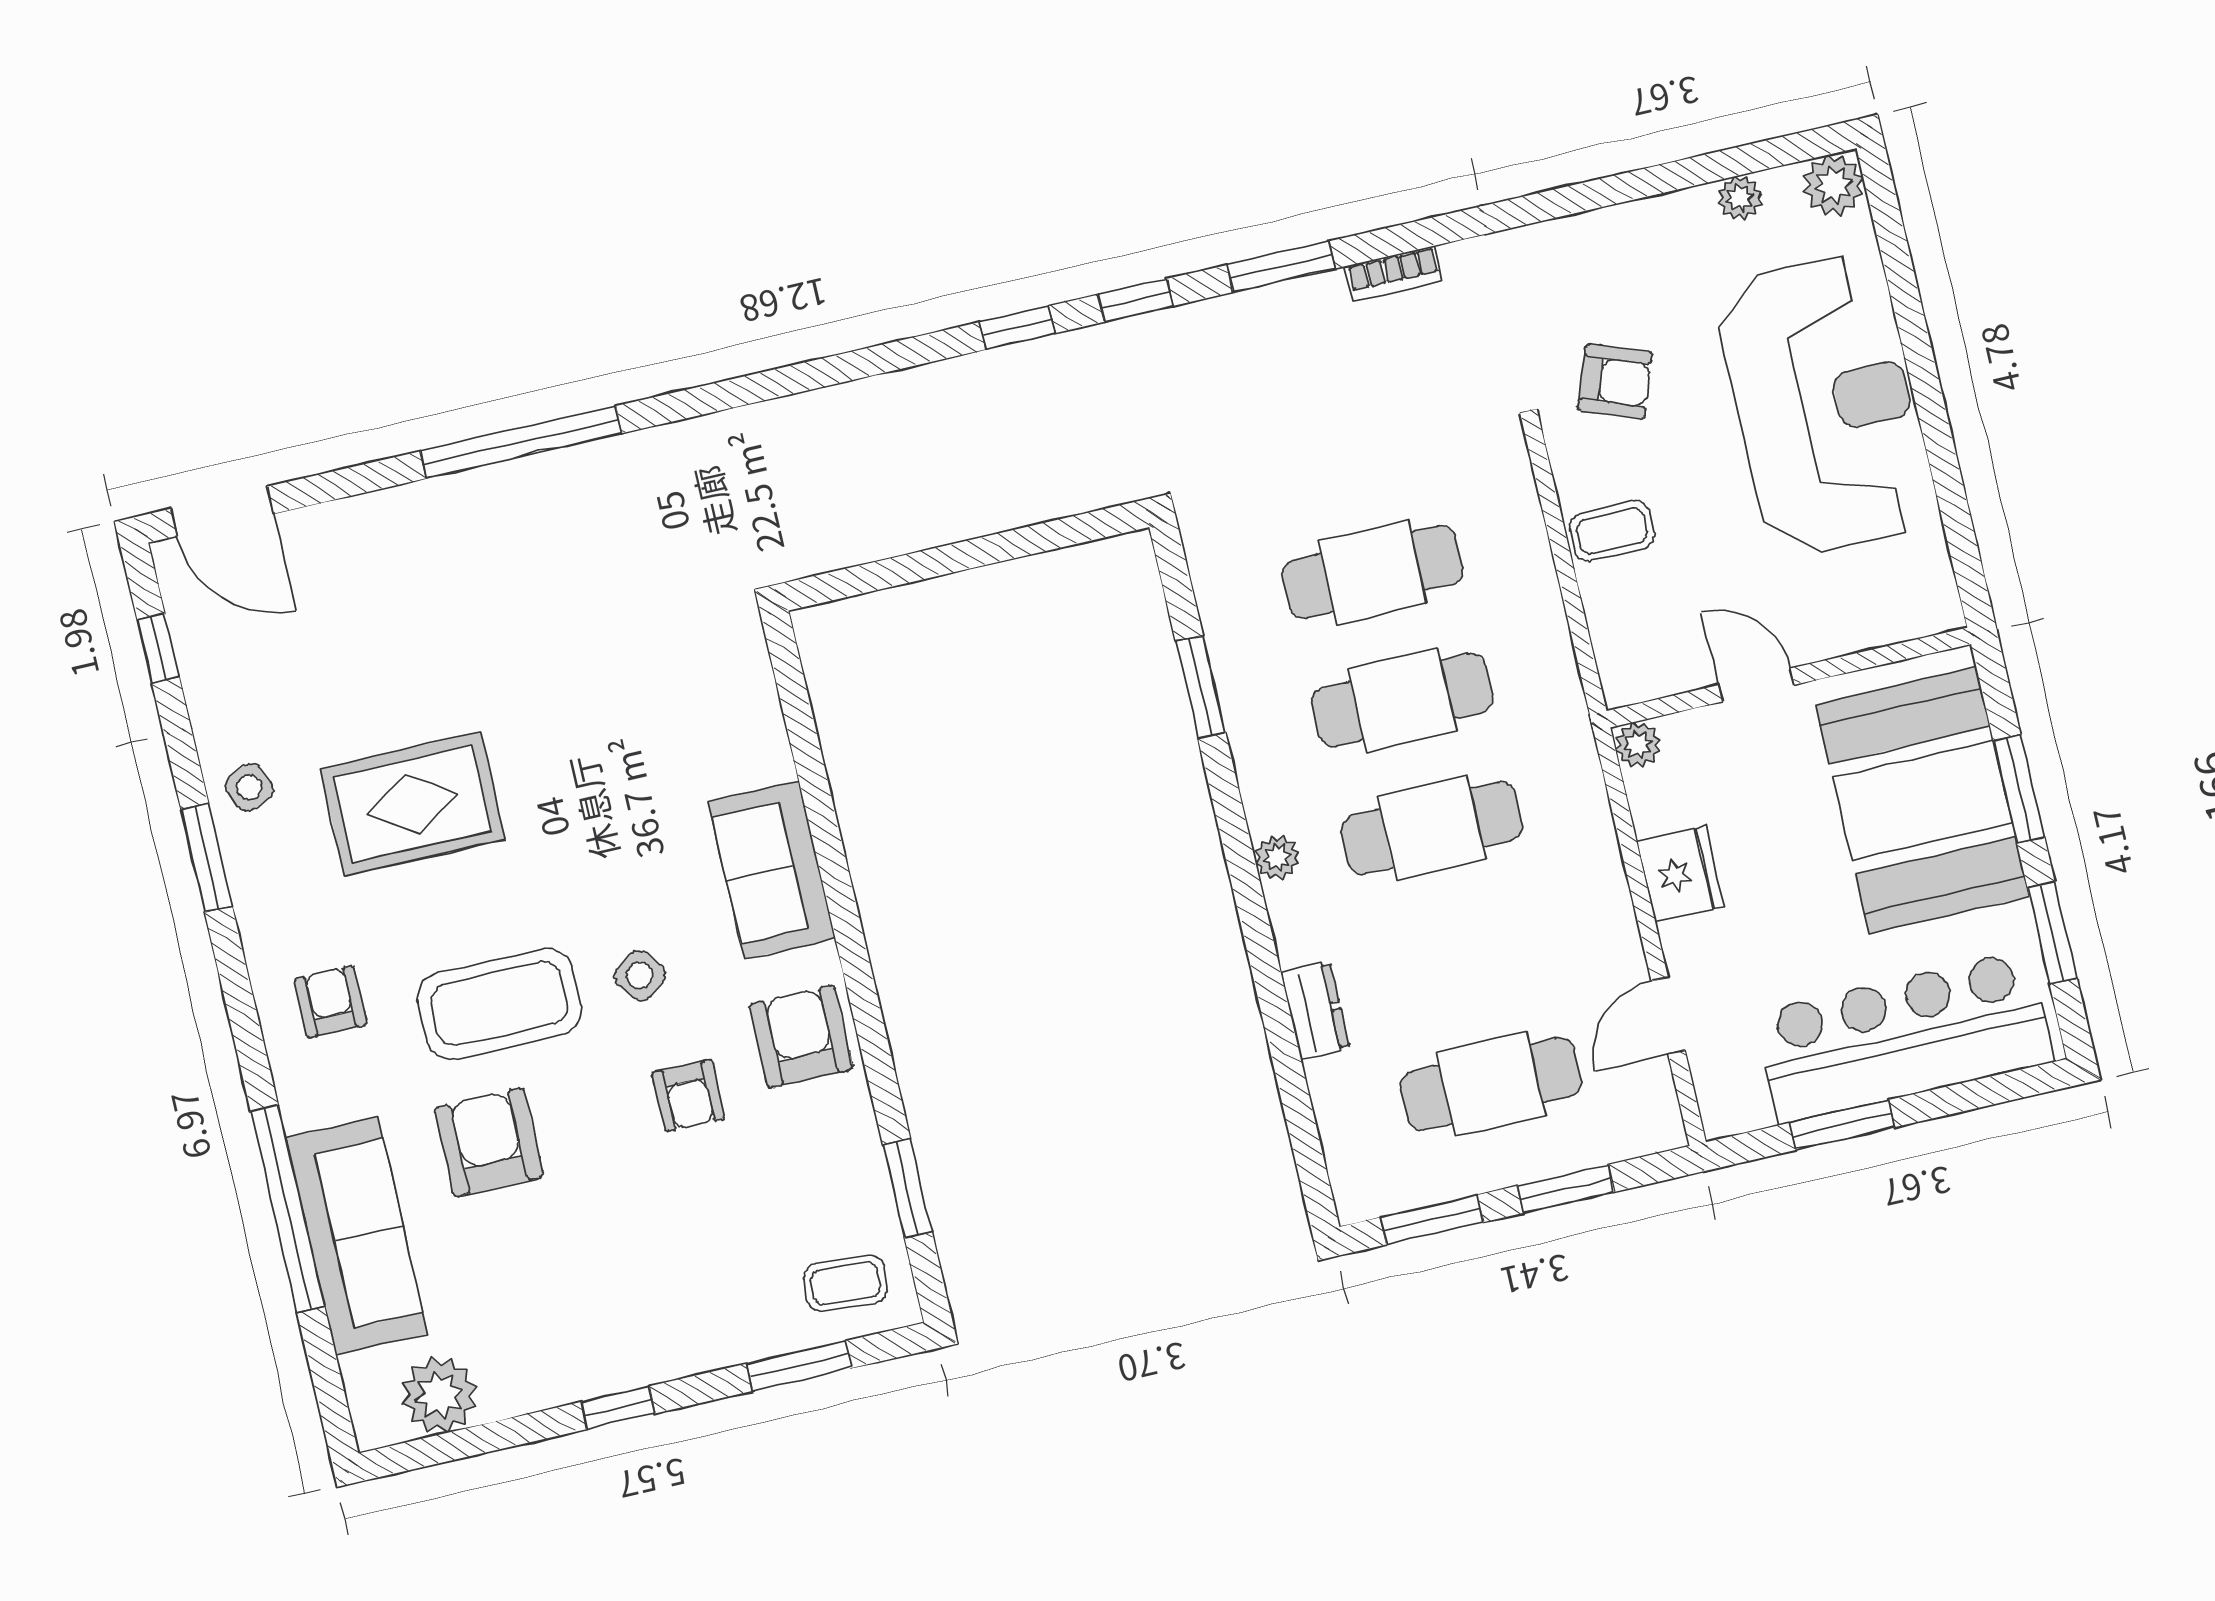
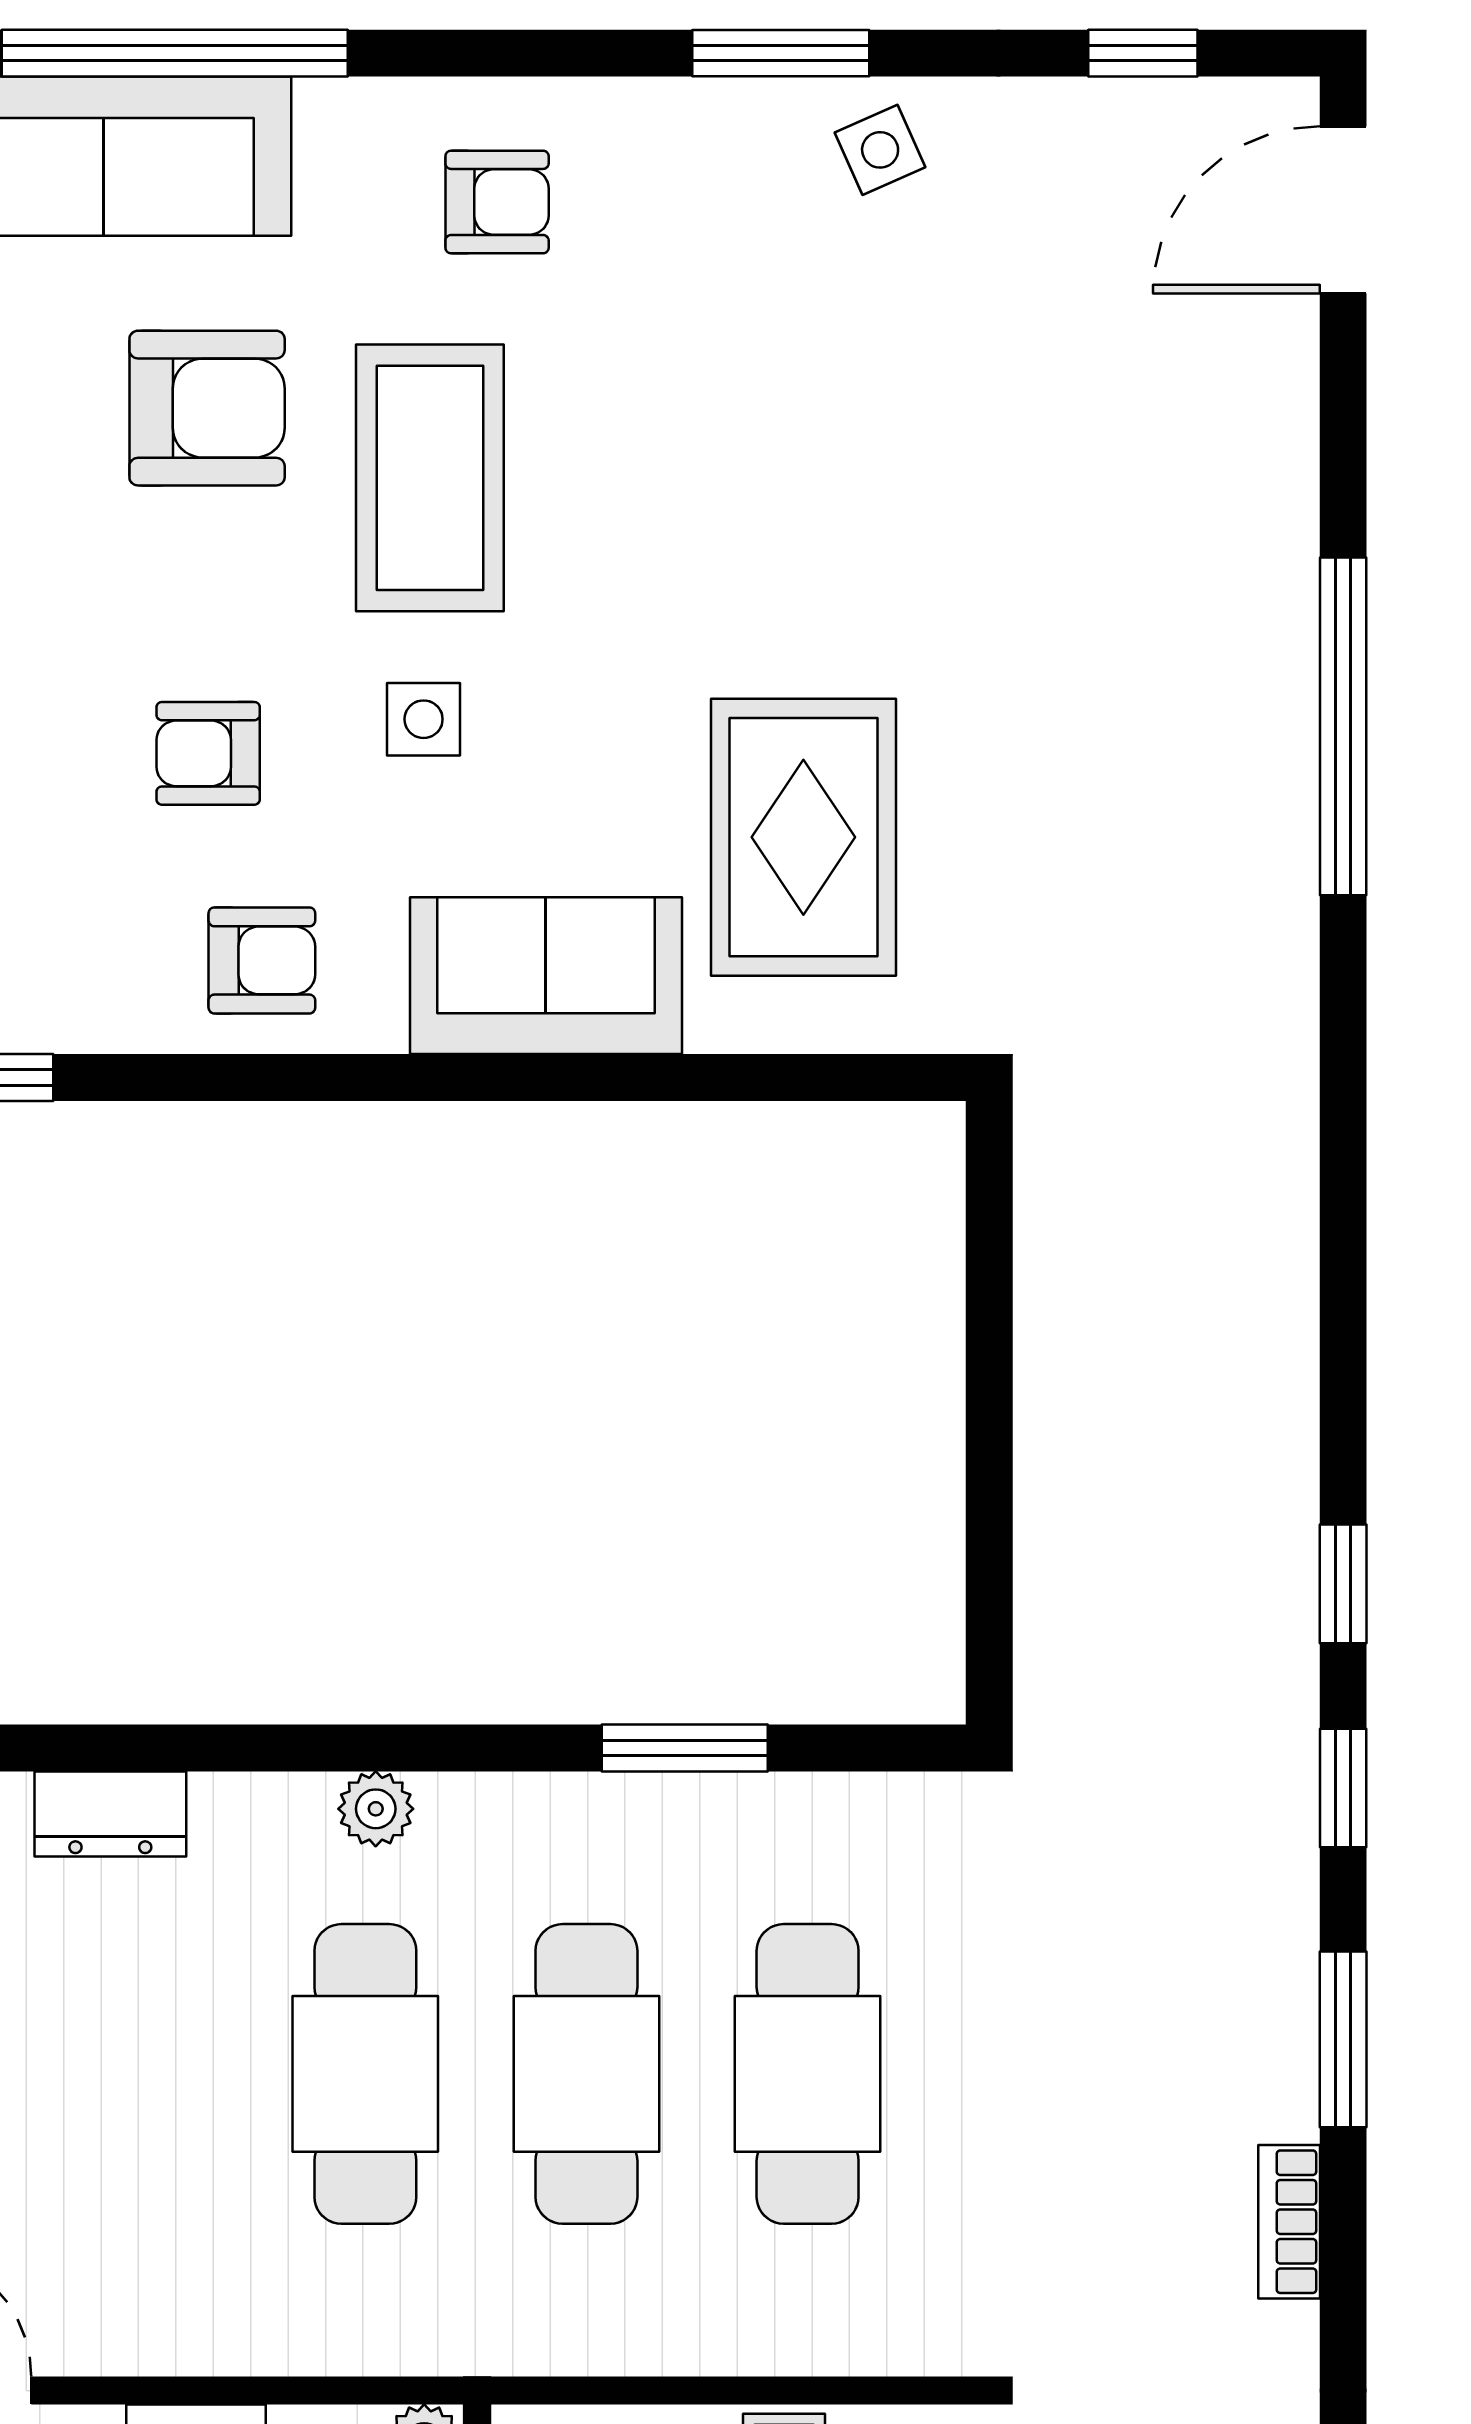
rug: (413, 804) -> (803, 837), moved
side table: (640, 975) -> (424, 719), turned 38
armchair: (801, 1037) -> (262, 960), width x0.72, depth x0.72

